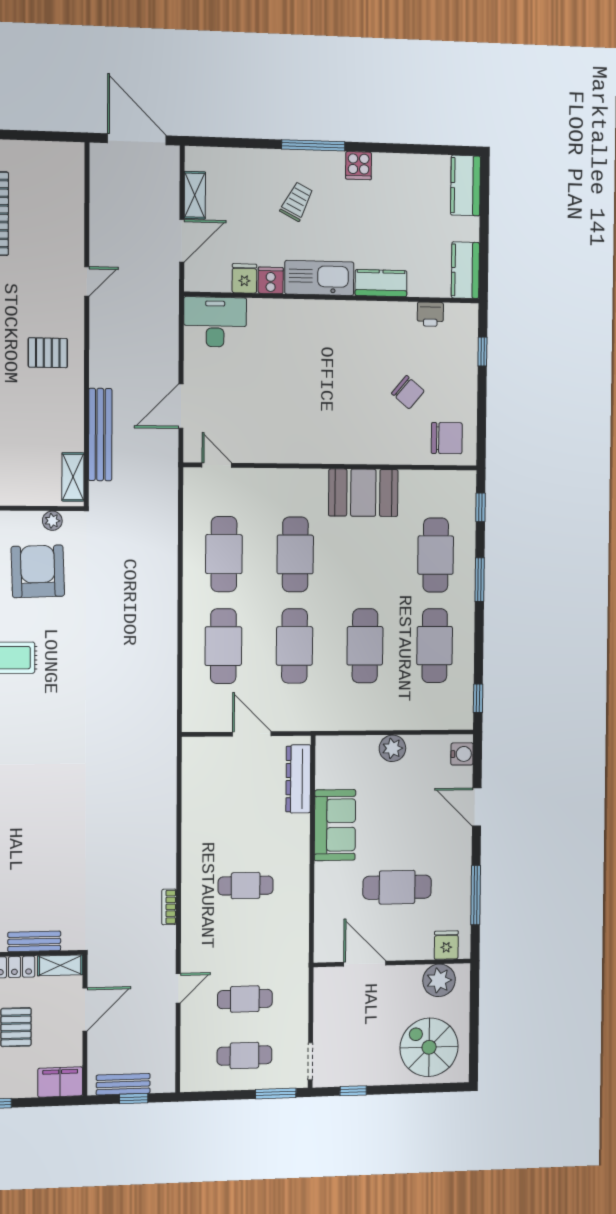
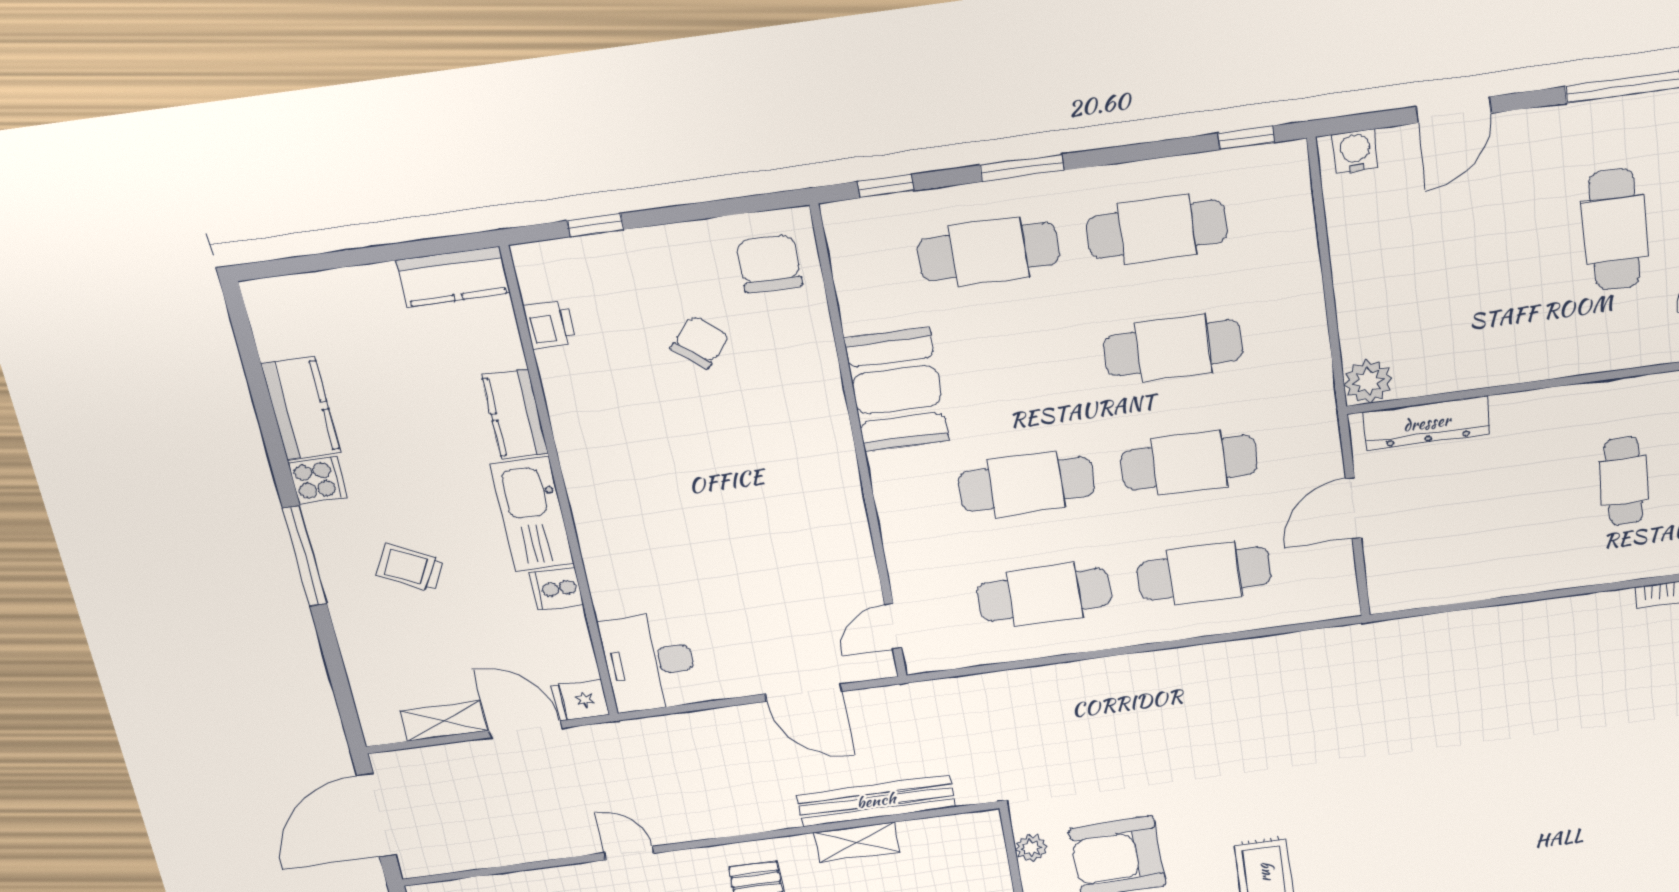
kitchen counter: (465, 186) -> (301, 408), moved, turned -90
fridge: (244, 278) -> (581, 700), moved
shelving: (73, 477) -> (857, 842), moved
plant: (392, 748) -> (1368, 382), moved
sofa: (335, 825) -> (1506, 352), removed

